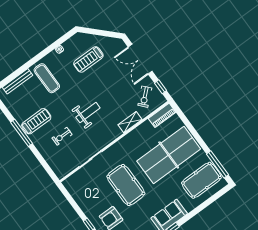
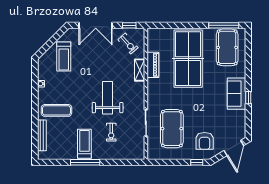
treadmill: (88, 59) -> (64, 56), moved
weight bench: (88, 113) -> (108, 98), width x1.36, depth x1.33
piano: (162, 115) -> (153, 65), moved
pool table: (126, 185) -> (172, 129), moved, turned 90

